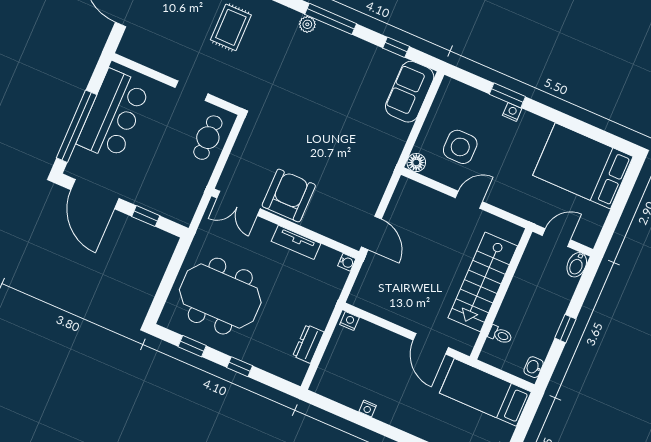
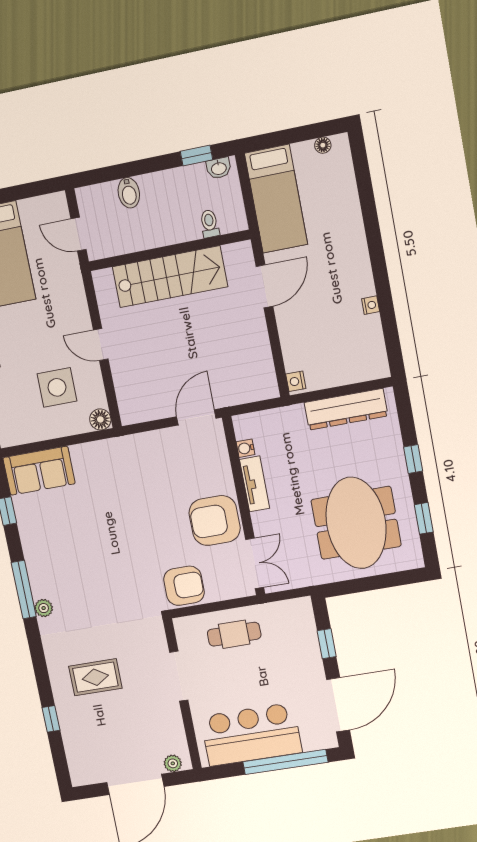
plant: (129, 41) -> (173, 763), added
doorway: (192, 91) -> (179, 676), width x1.38
cafe table: (208, 138) -> (234, 634), moved
armchair: (256, 141) -> (184, 586), added
water cooler: (347, 262) -> (245, 448), moved, turned -90
bidet: (577, 265) -> (129, 193), moved, turned 90
window: (565, 329) -> (197, 155), moved
dresser: (308, 344) -> (346, 409), width x1.96, depth x1.24

